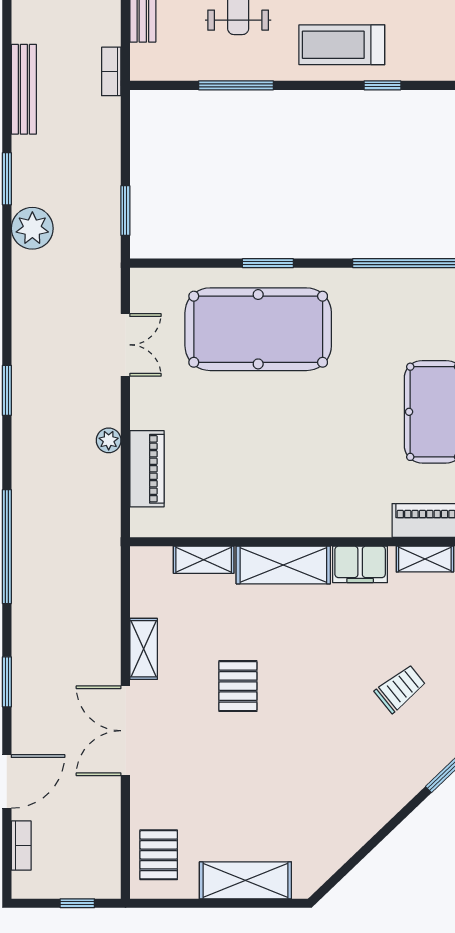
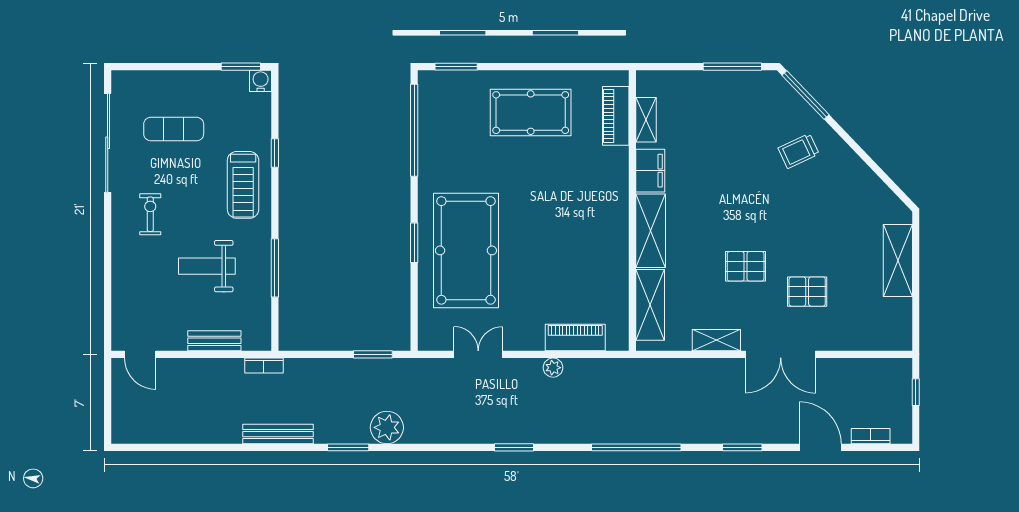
shelving: (204, 560) -> (650, 305), width x1.50, depth x1.33
trolley: (400, 689) -> (799, 151), moved, turned -76
pallet: (159, 855) -> (807, 292), moved

